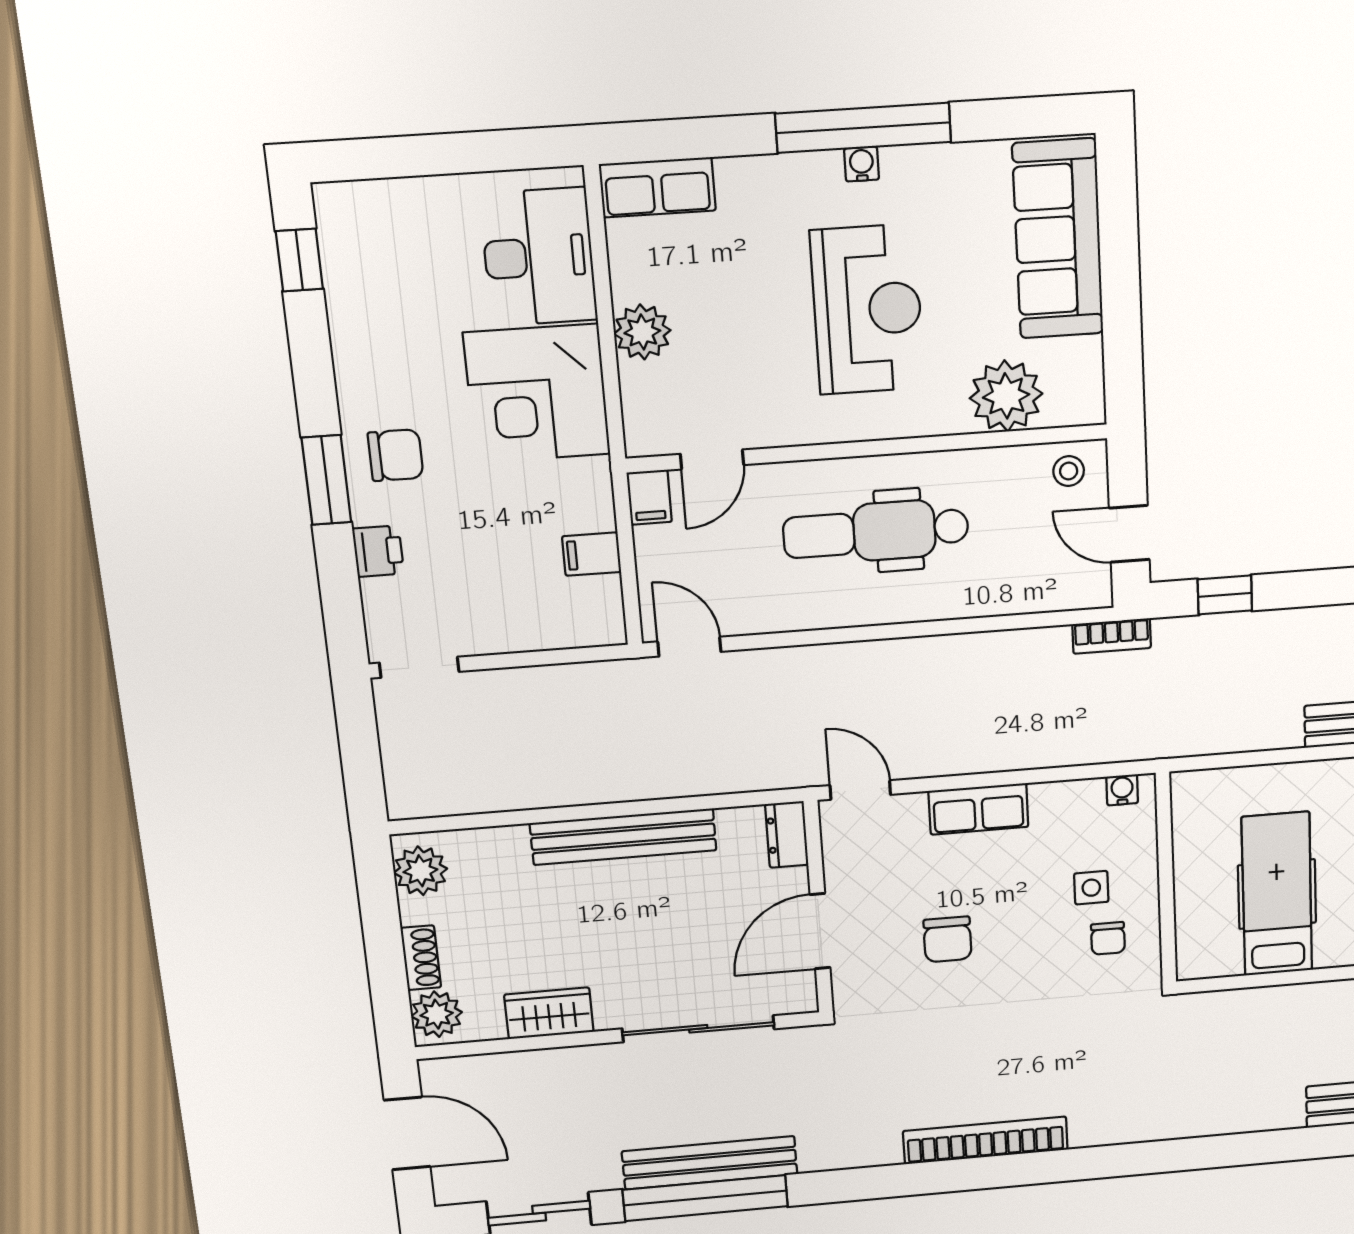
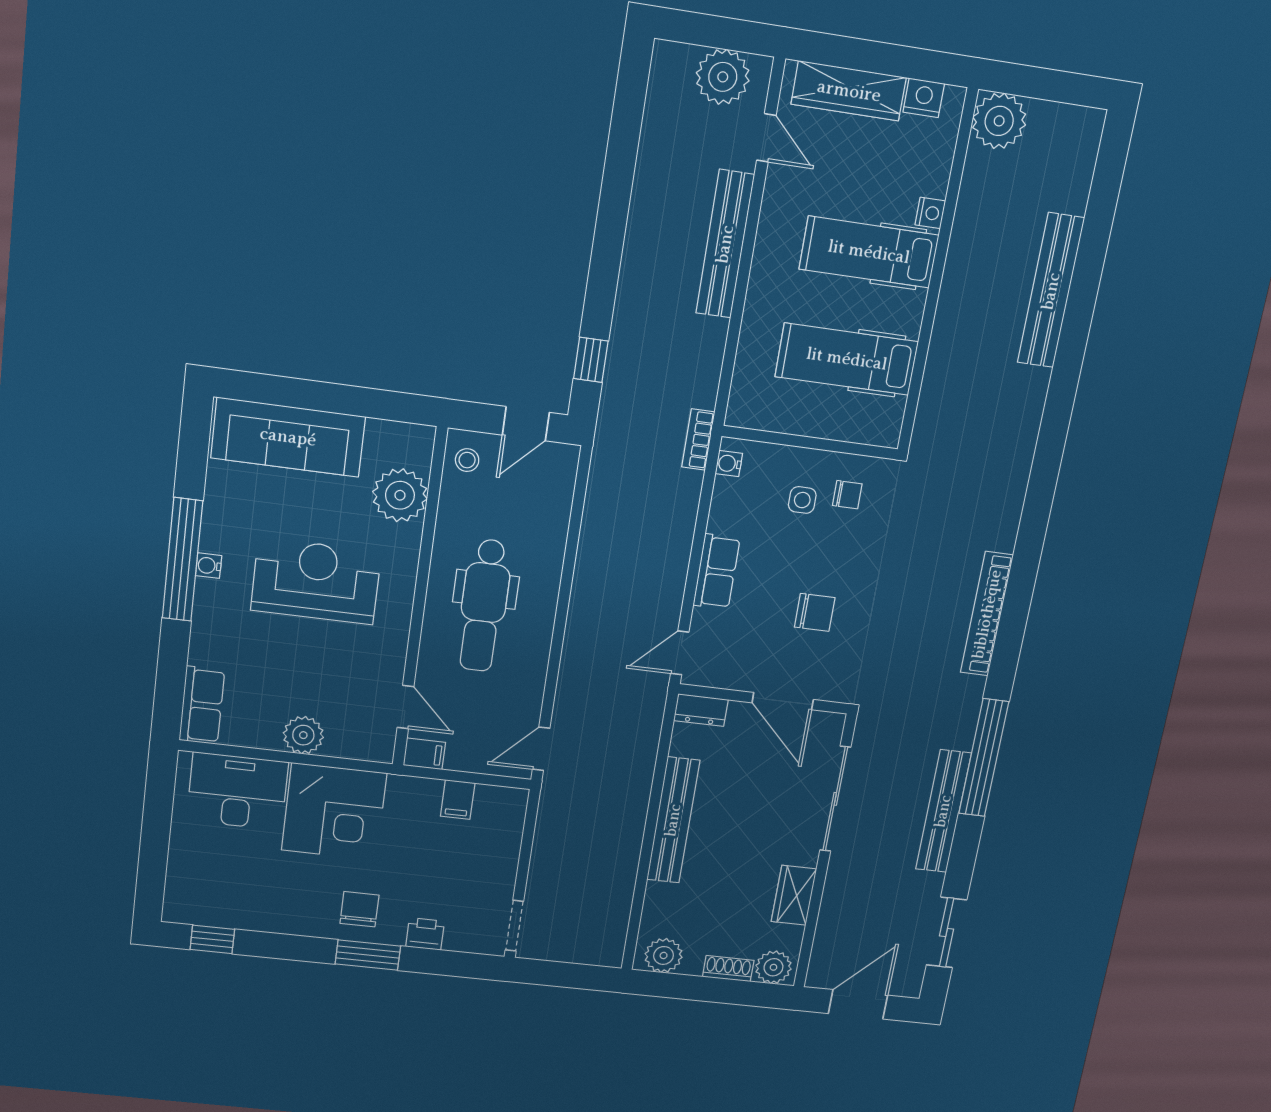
bookcase: (1112, 636) -> (698, 440), moved, turned 180
window: (705, 1198) -> (984, 758), moved

